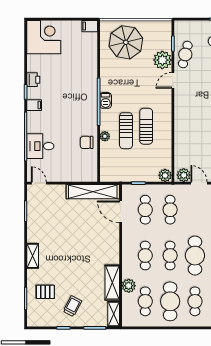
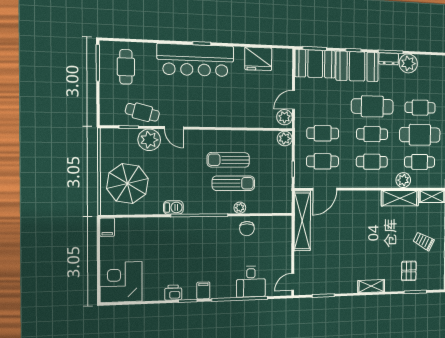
barbecue: (106, 100) -> (173, 207), moved

